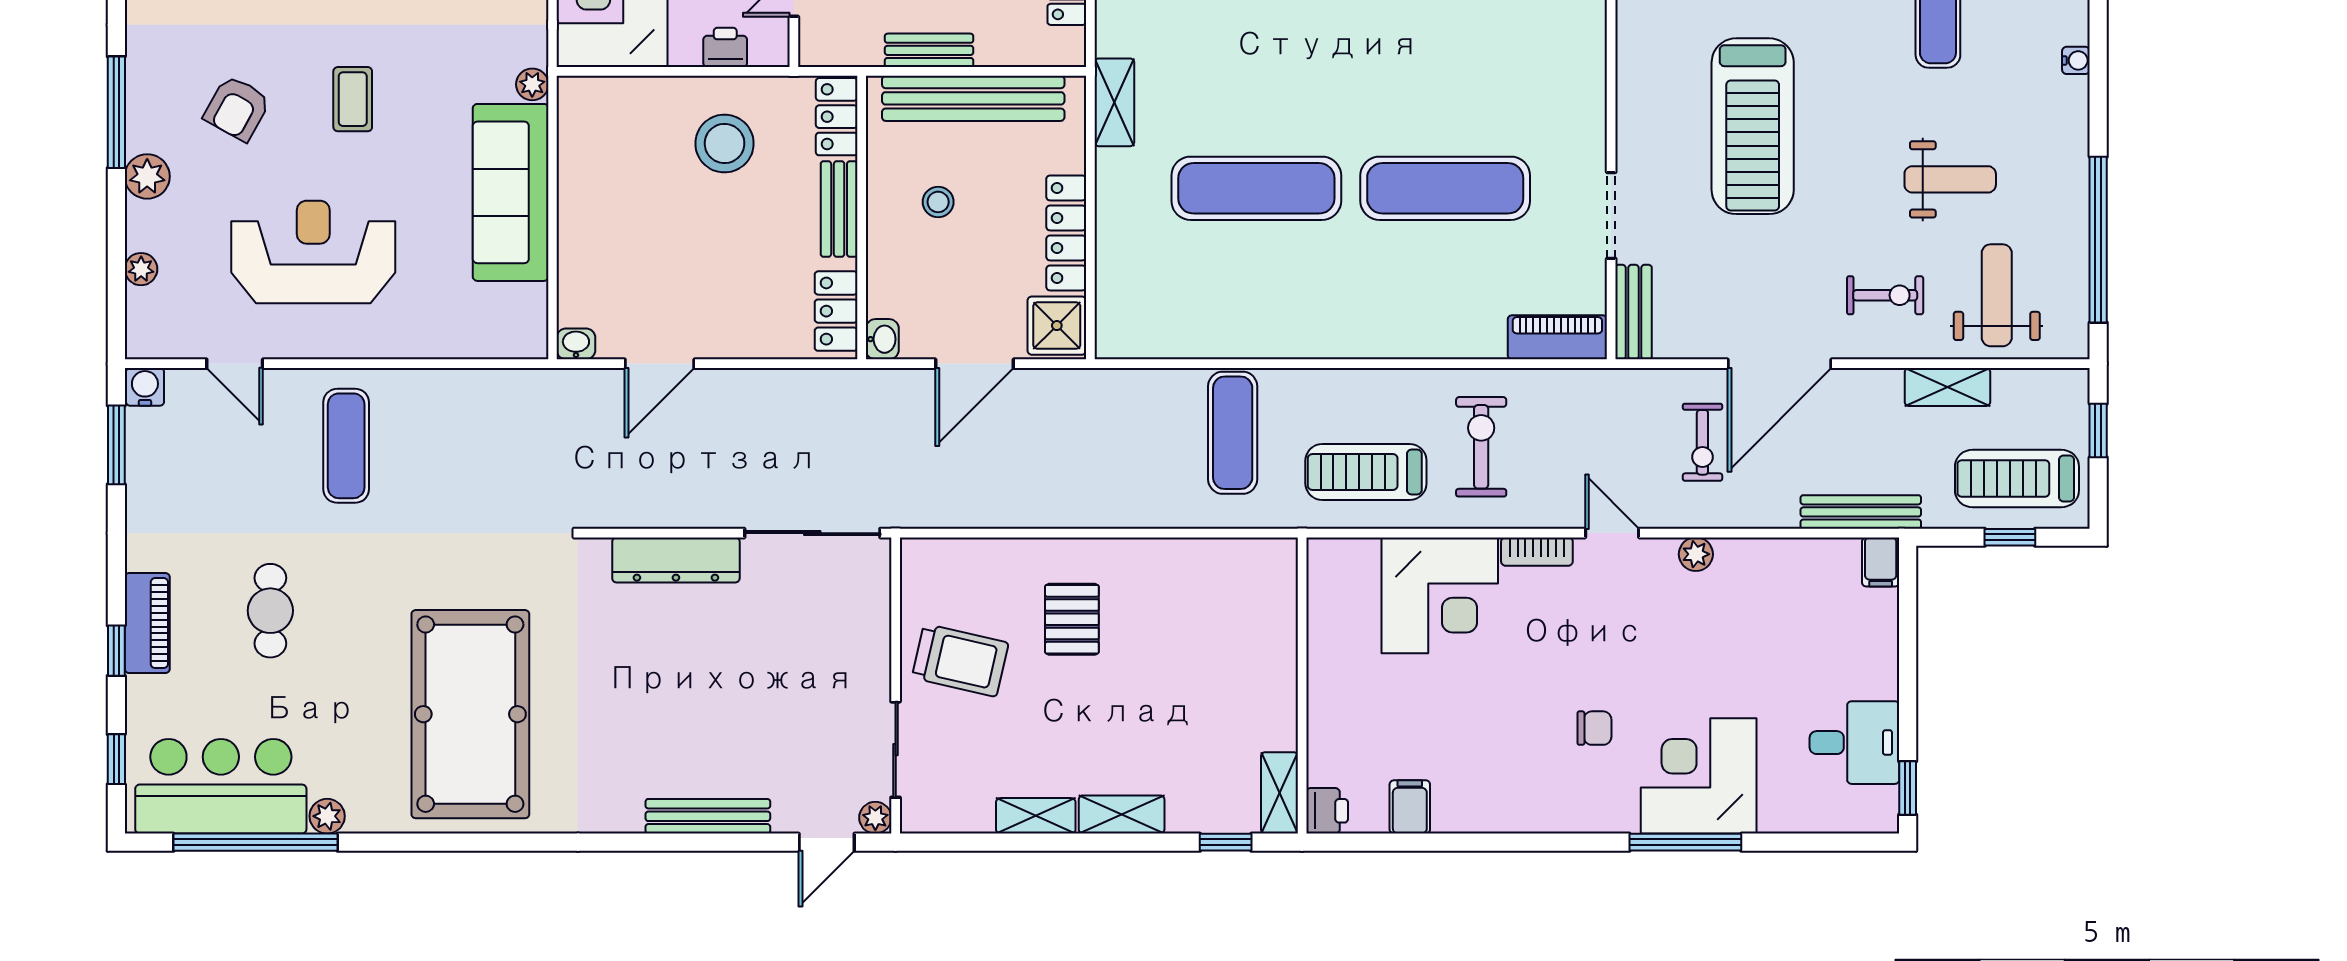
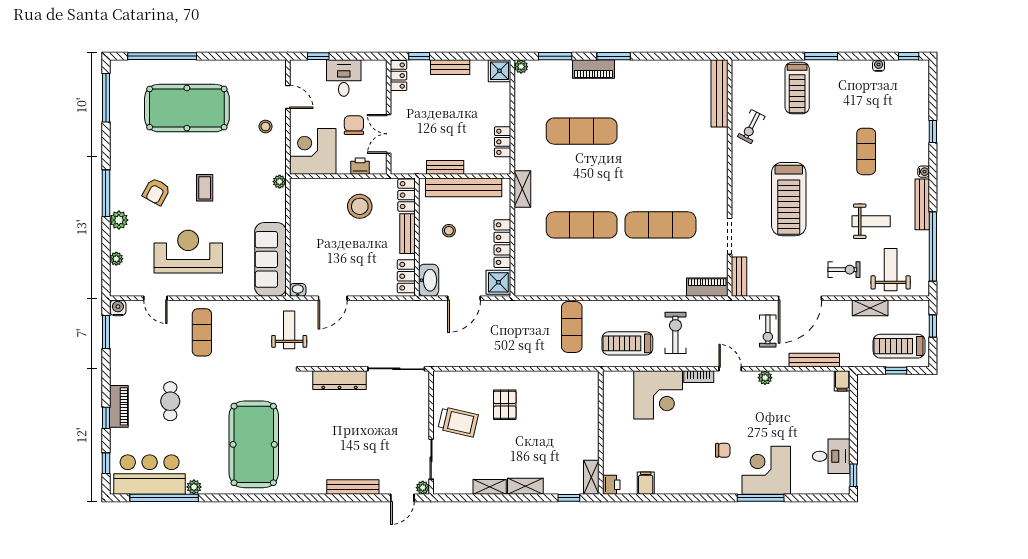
bench: (2073, 139) -> (922, 204), added
sofa: (511, 192) -> (271, 259), moved
washbasin: (882, 339) -> (429, 280), width x1.91, depth x1.45
weight bench: (555, 440) -> (289, 330), added
bench: (1861, 512) -> (814, 360), moved

